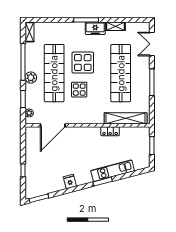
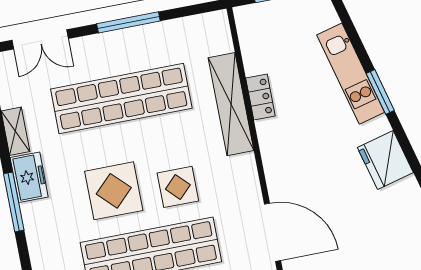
shelving: (126, 118) -> (231, 104), moved
fridge: (70, 182) -> (385, 160), width x1.88, depth x1.34

